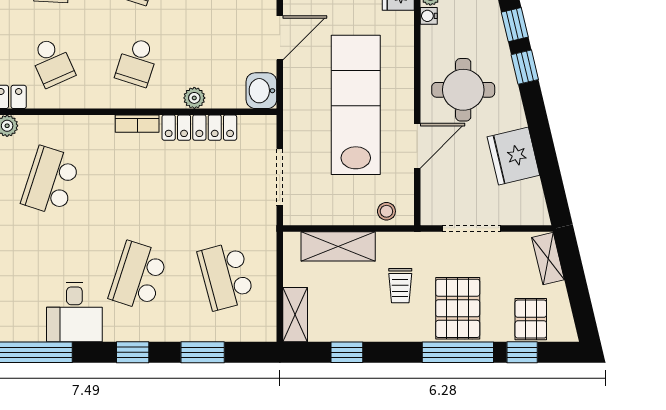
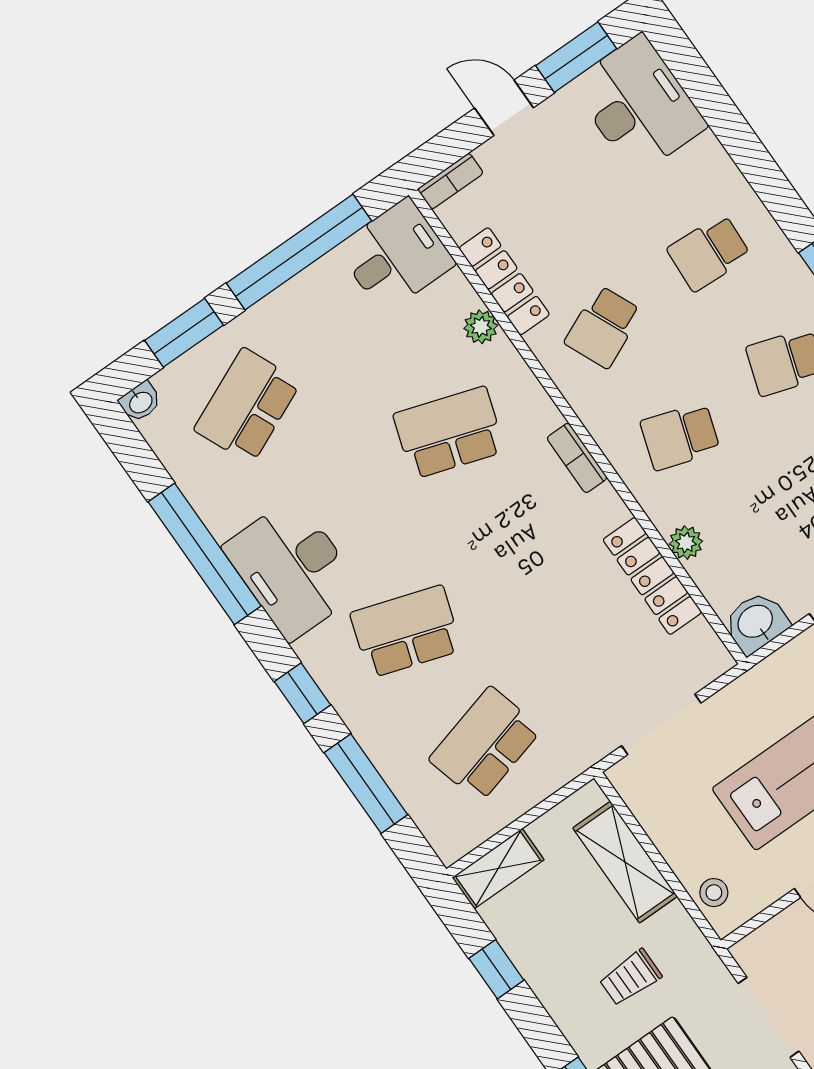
bookcase: (137, 124) -> (577, 458), moved
desk: (74, 312) -> (292, 569), width x1.37
window: (203, 352) -> (366, 784), width x1.44

